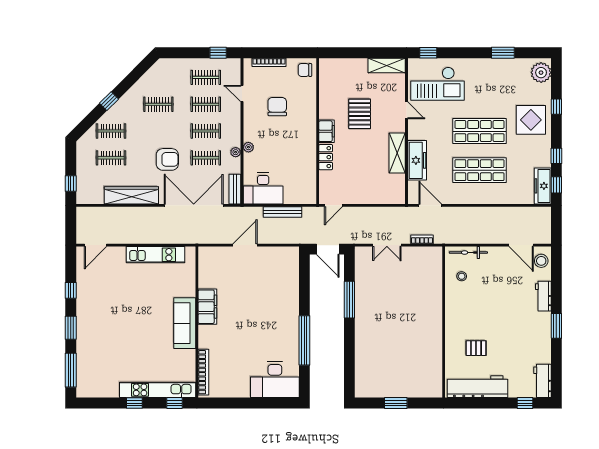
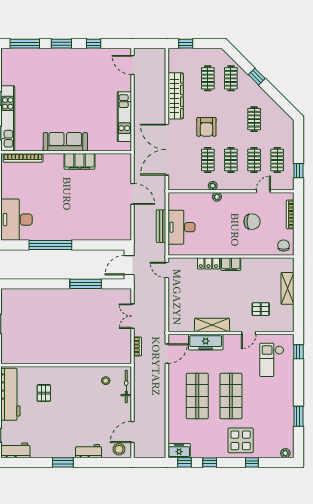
shelving: (387, 65) -> (287, 288), moved
plant: (541, 73) -> (285, 453), width x0.53, depth x0.53
checkout: (438, 84) -> (272, 360), width x0.73, depth x0.83
pallet: (360, 114) -> (261, 309), moved, width x0.67, depth x0.71
freezer: (543, 186) -> (179, 451), width x0.71
desk: (263, 188) -> (181, 227), moved
bench: (235, 189) -> (181, 185), removed
double door: (194, 205) -> (167, 150), swing flipped

